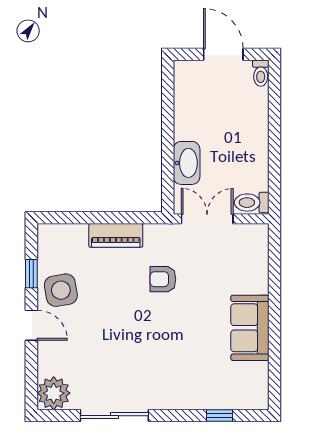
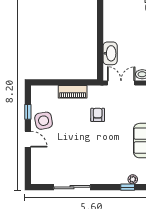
armchair: (163, 279) -> (98, 115), turned 90
plant: (54, 393) -> (133, 179), moved, width x0.53, depth x0.53

